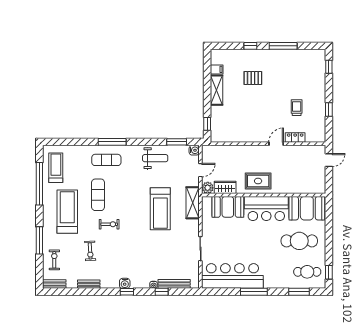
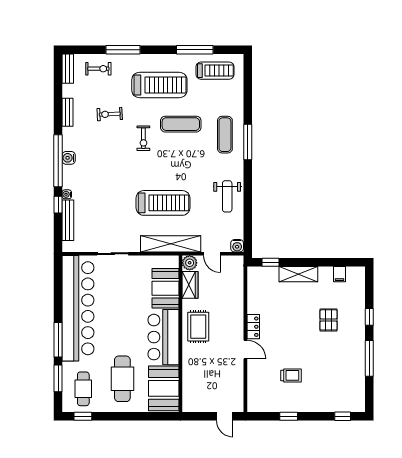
shelving: (217, 90) -> (298, 274), moved
locker: (295, 138) -> (253, 327), moved
window: (177, 142) -> (248, 224), removed
window: (39, 184) -> (195, 50), width x0.68
shelving: (193, 203) -> (171, 244), width x1.47
treadmill: (160, 209) -> (163, 203), turned 180
bar counter: (232, 276) -> (78, 308), width x1.36
window: (127, 292) -> (58, 161), width x3.17
window: (254, 292) -> (58, 340), moved

